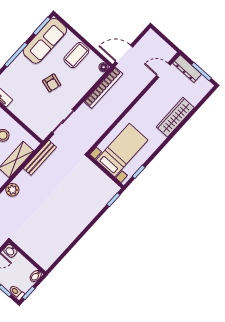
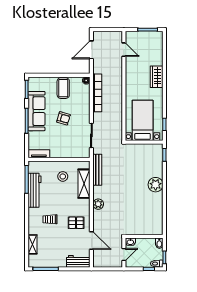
sofa: (45, 41) -> (37, 111), moved
door: (124, 54) -> (91, 50), moved
dresser: (187, 69) -> (137, 36), removed
door: (163, 70) -> (124, 50), swing flipped
wardrobe: (175, 117) -> (157, 77), width x0.67
plant: (81, 219) -> (156, 185), added

